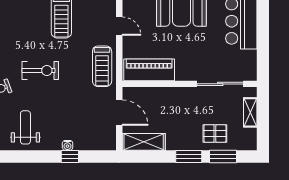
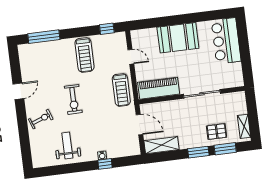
exercise bike: (40, 70) -> (73, 99), turned 90
sliding door: (220, 84) -> (202, 94), moved
shelving: (250, 112) -> (244, 126), moved

